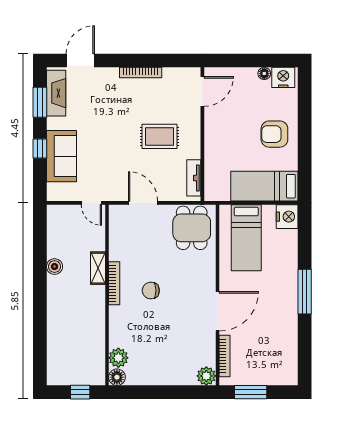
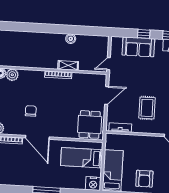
armchair: (274, 134) -> (144, 179), turned 180
dining table: (192, 228) -> (90, 124), turned 90
chair: (151, 291) -> (31, 111), moved

